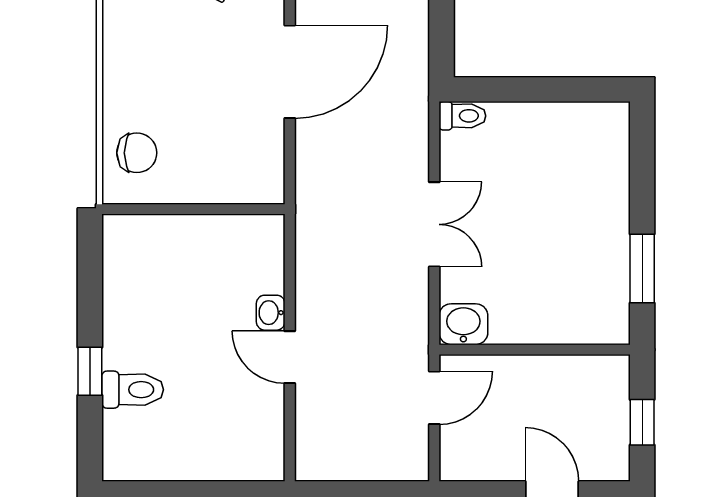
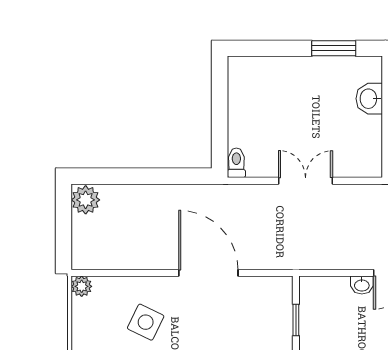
window: (216, 209) -> (296, 320), added
washbasin: (463, 324) -> (369, 99), moved

